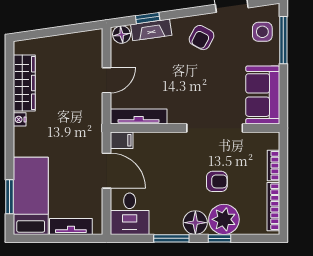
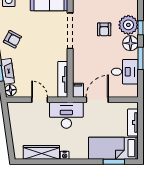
desk: (82, 122) -> (66, 115), added
armchair: (217, 181) -> (104, 29), turned 180
desk: (130, 214) -> (125, 72), moved

